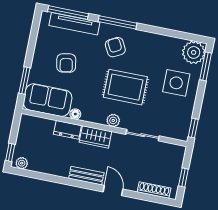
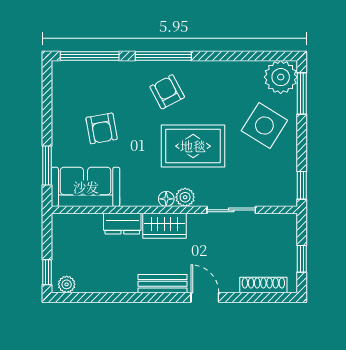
tv unit: (74, 24) -> (102, 70), removed
side table: (176, 83) -> (264, 126), turned 32
floor lamp: (75, 114) -> (166, 199), moved

